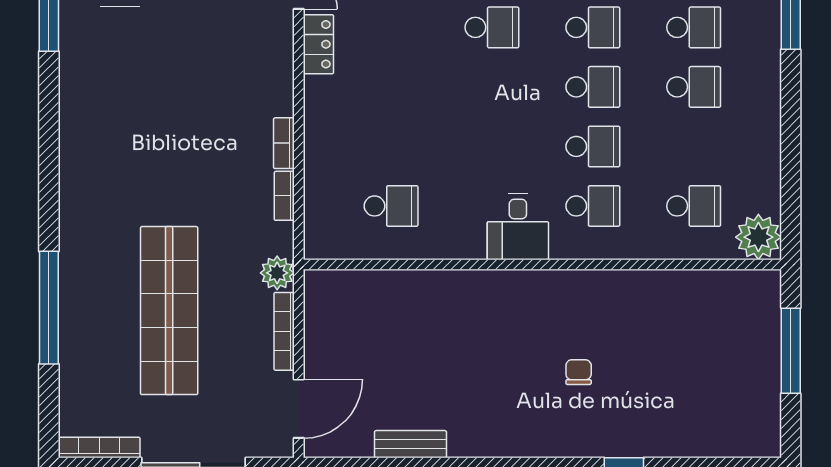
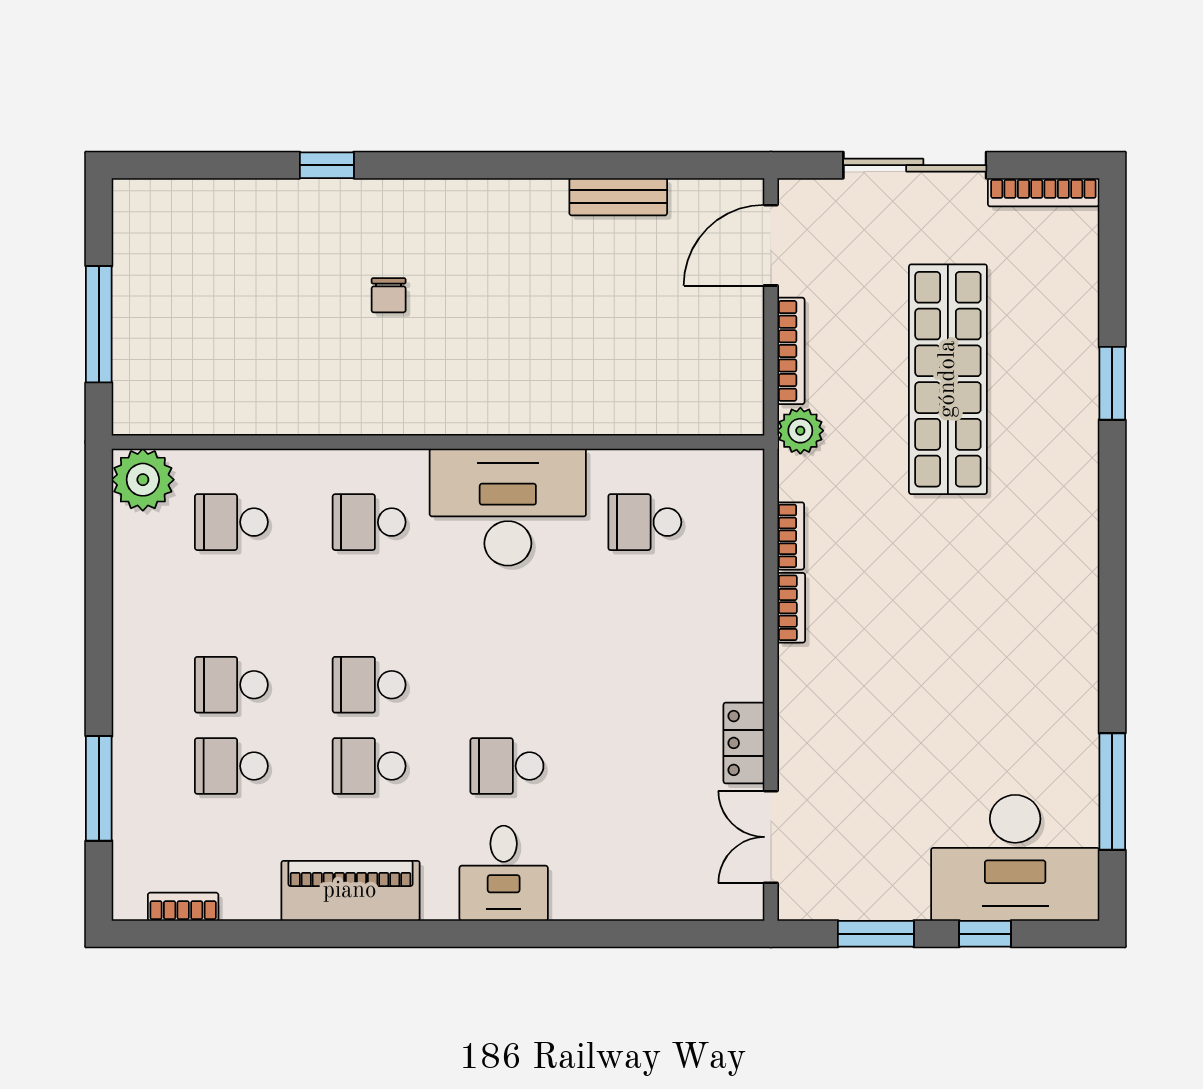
school desk: (593, 146) -> (369, 603), removed
desk: (518, 227) -> (508, 507), width x1.87, depth x1.30
window: (49, 308) -> (1112, 383), width x0.47

